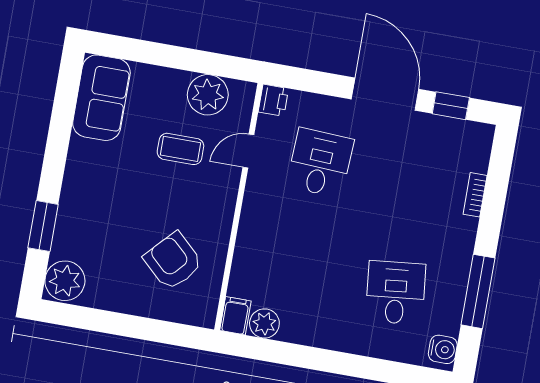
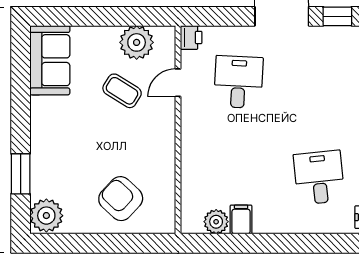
coffee table: (180, 149) -> (122, 91), turned 32
armchair: (173, 261) -> (121, 199), moved
filing cabinet: (235, 316) -> (241, 220), moved

